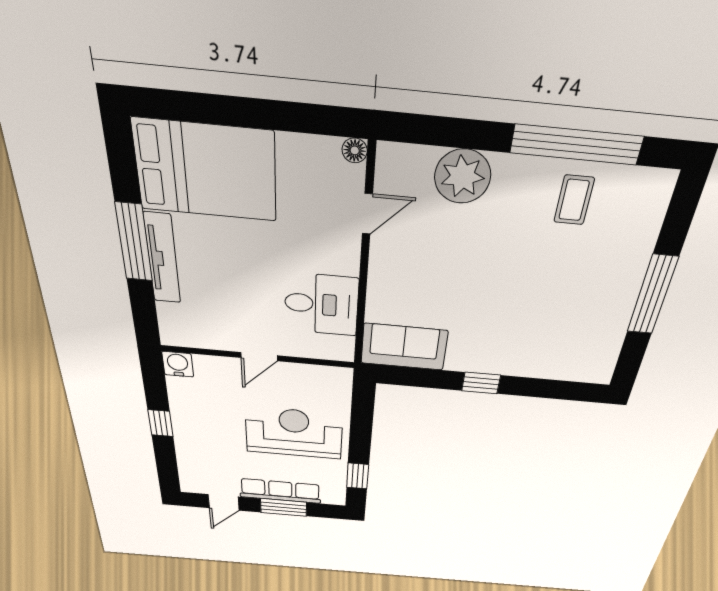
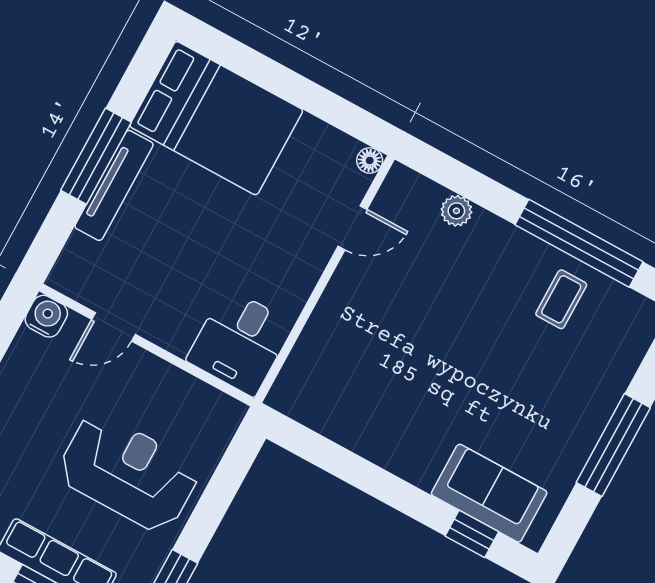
plant: (463, 176) -> (456, 211), width x0.53, depth x0.53
desk: (321, 304) -> (240, 342), moved, turned 90
sofa: (404, 347) -> (489, 493), moved
door: (259, 357) -> (113, 327), moved
window: (481, 383) -> (472, 534), moved

